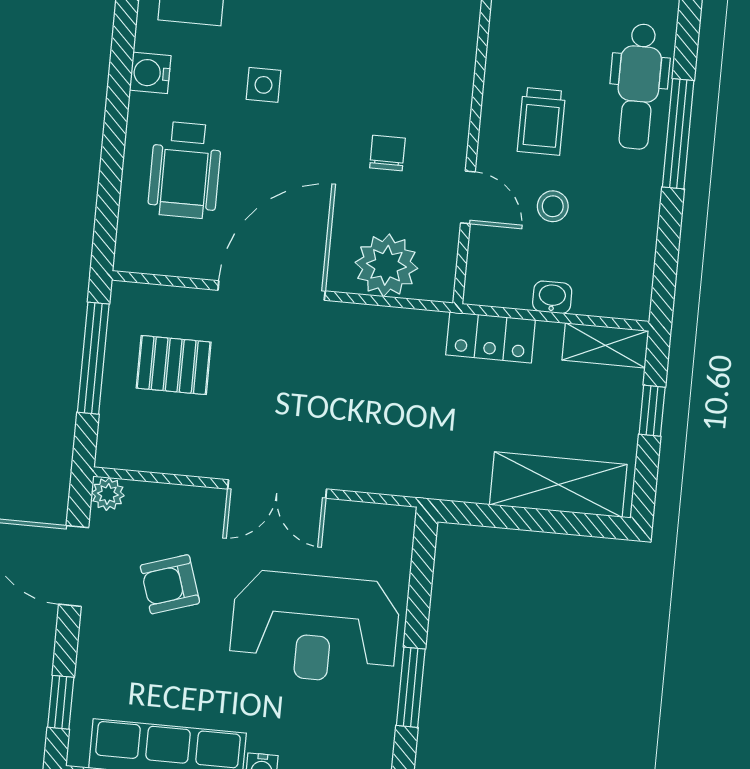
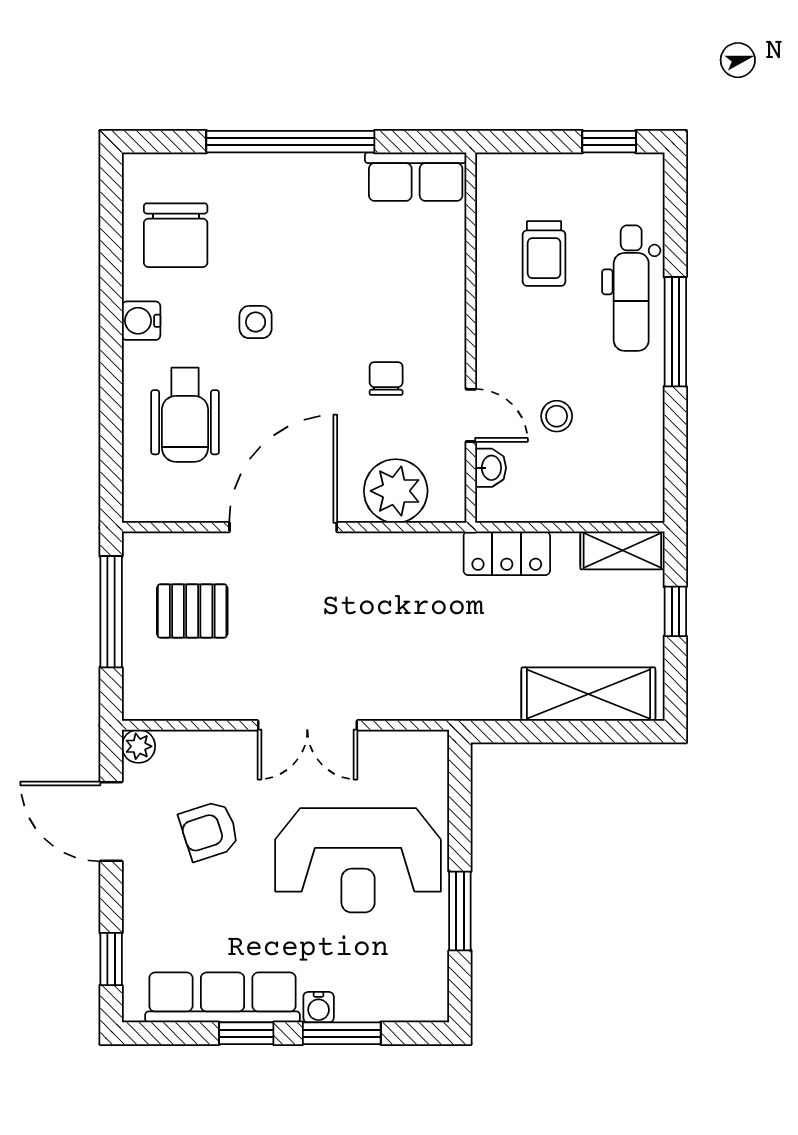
trolley: (541, 121) -> (544, 254), moved
washbasin: (552, 297) -> (491, 468), moved, turned 90

